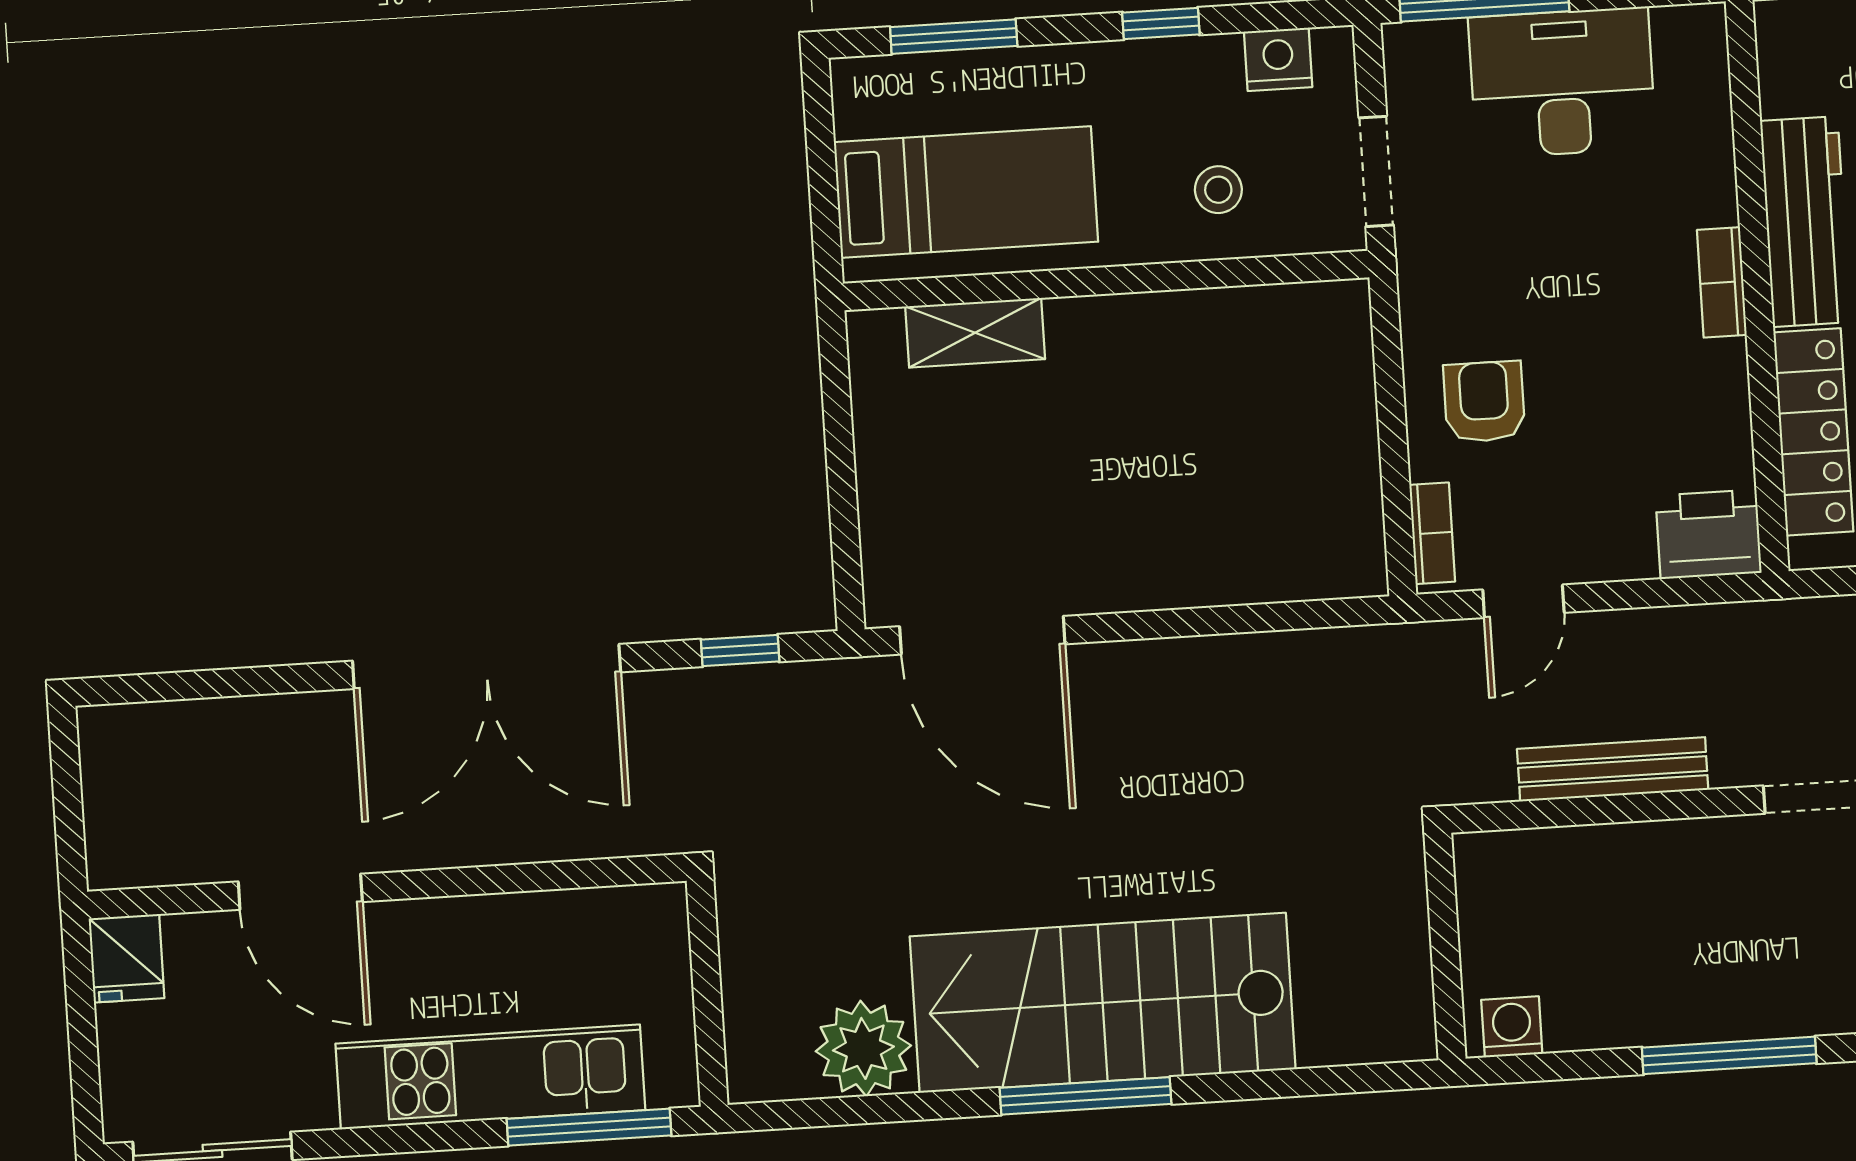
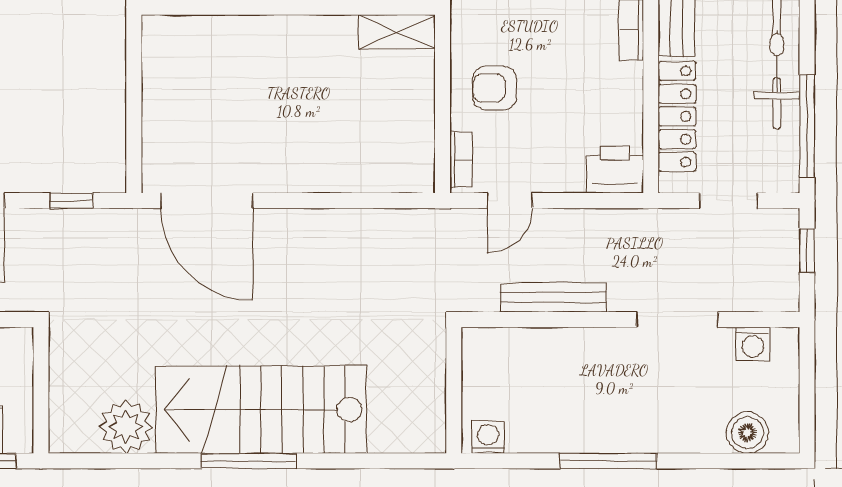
shelving: (975, 333) -> (397, 32), moved
armchair: (1484, 402) -> (495, 88), turned -90

